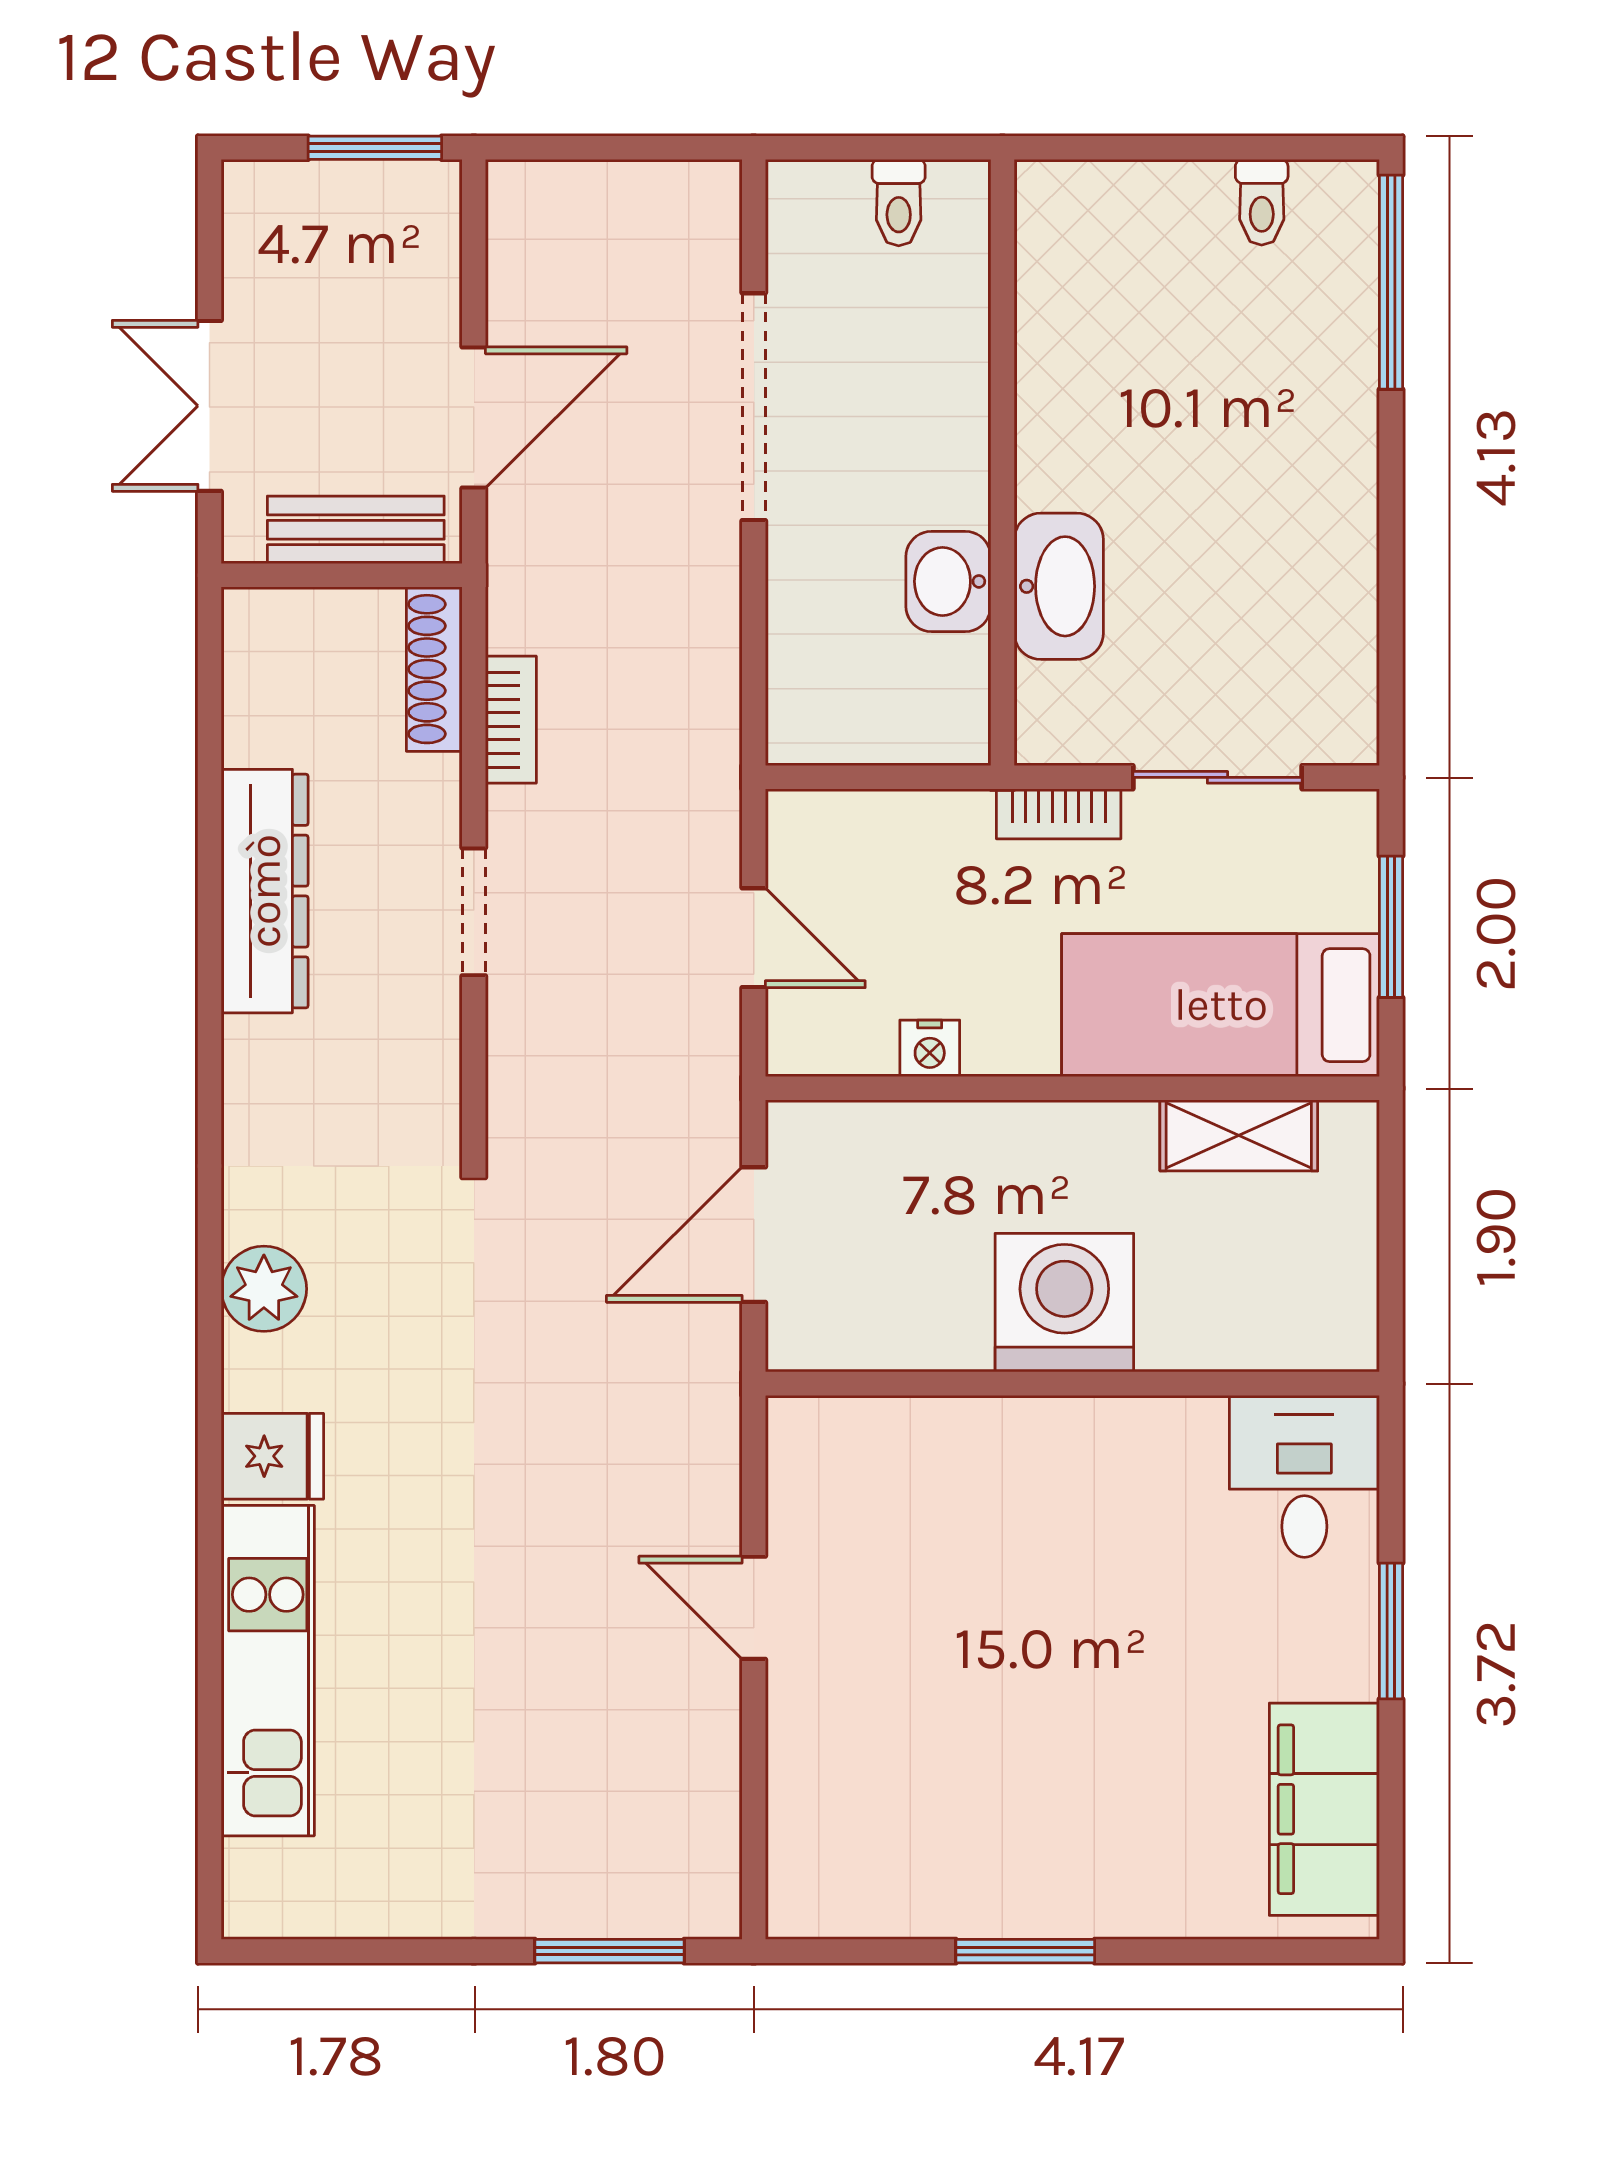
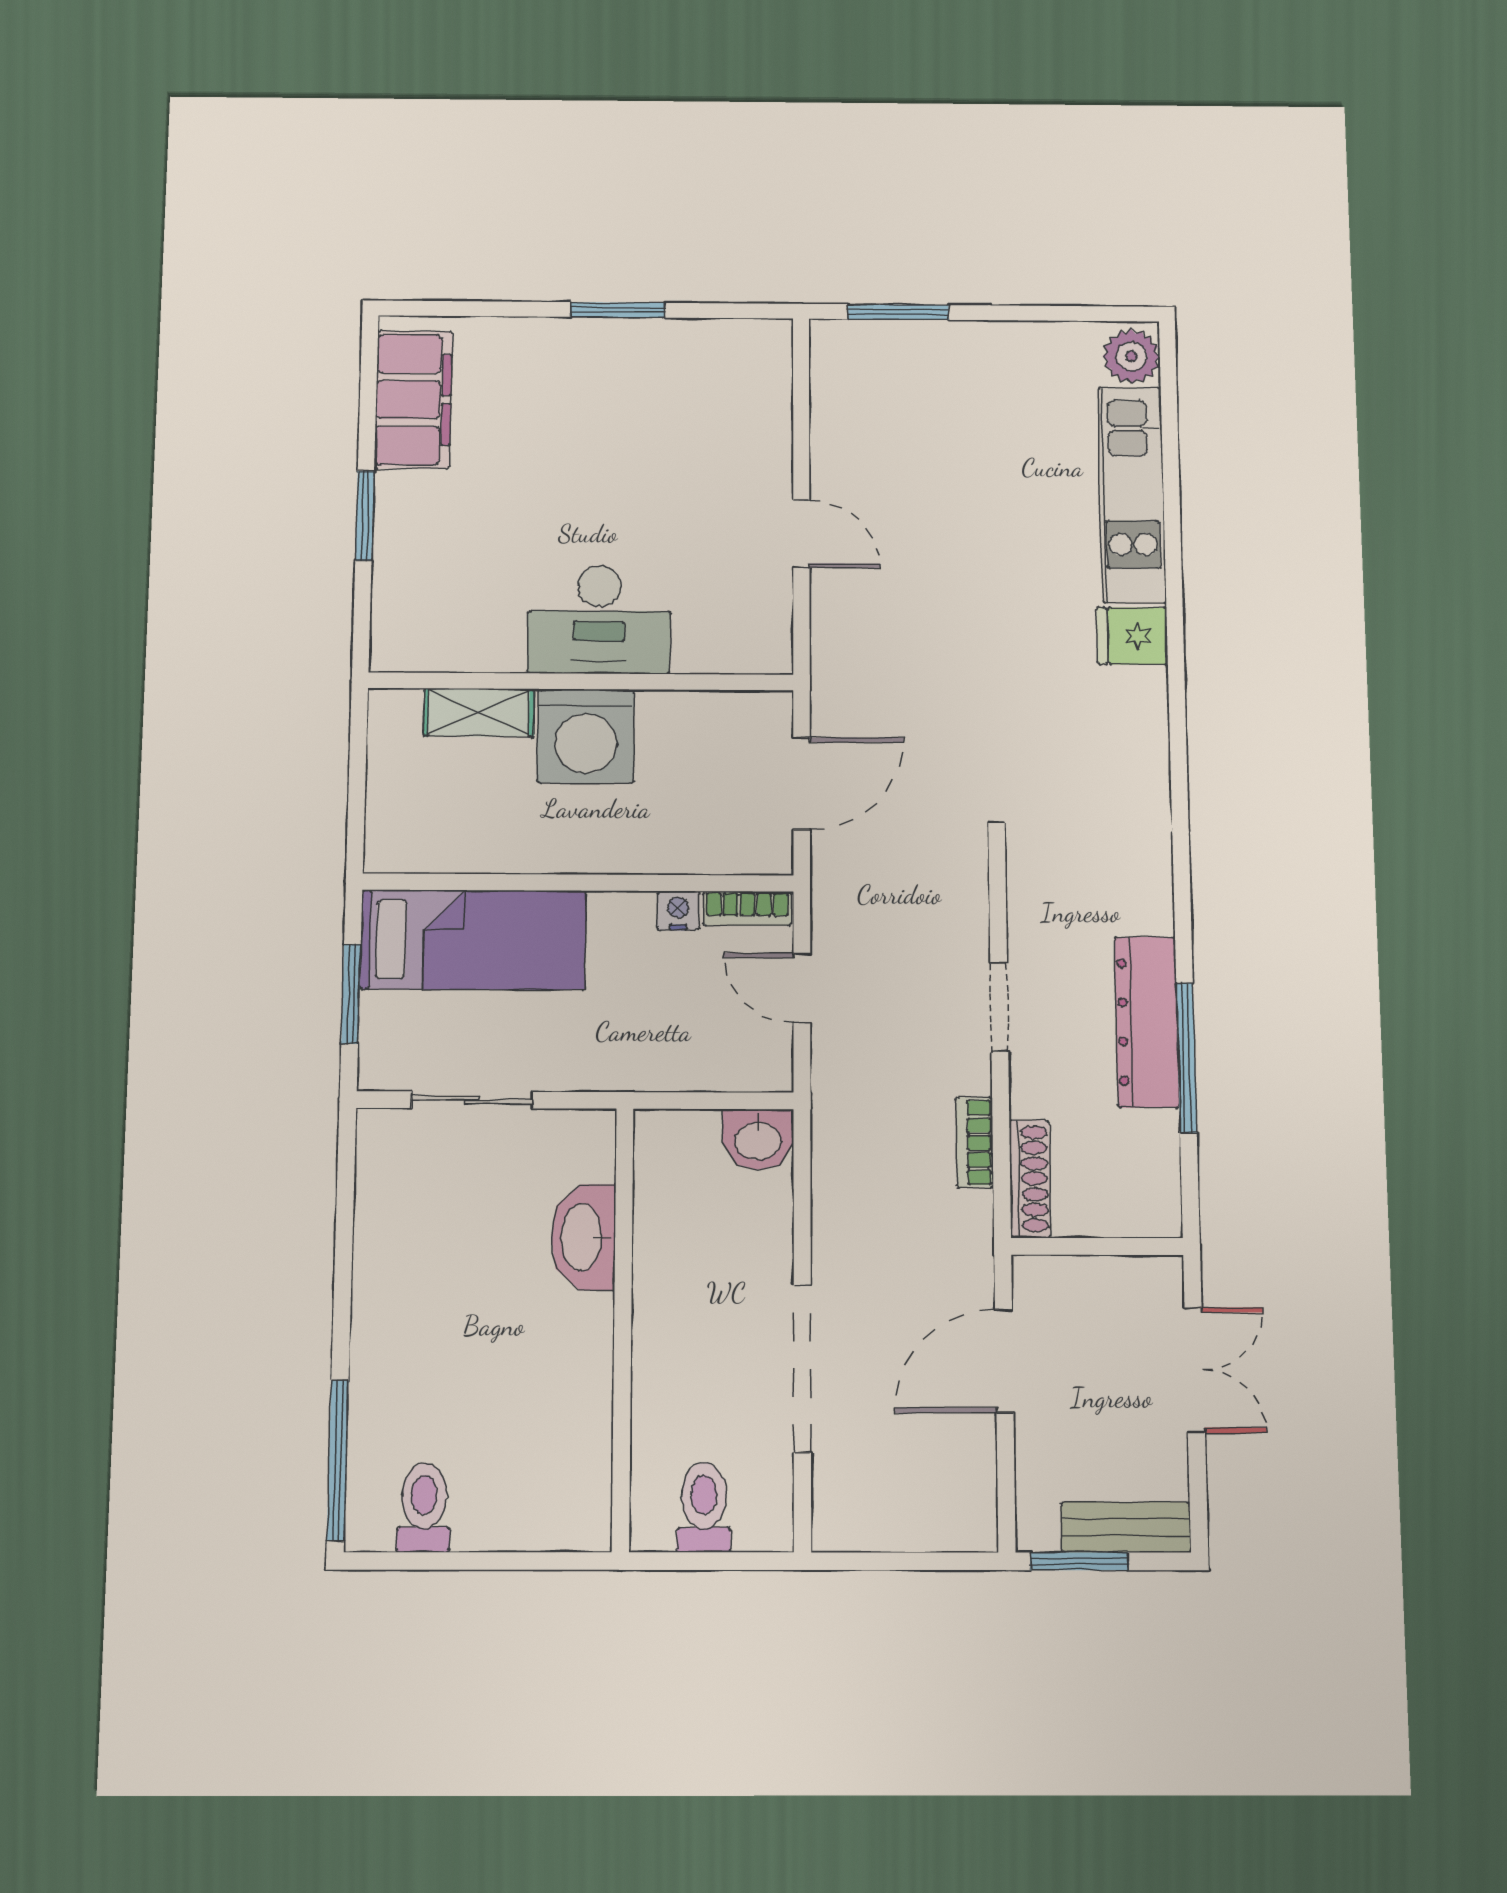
toilet: (1262, 202) -> (424, 1507), width x1.37, depth x1.39
toilet: (899, 203) -> (704, 1507), width x1.37, depth x1.39
bench: (356, 530) -> (1126, 1527), moved
washbasin: (948, 581) -> (758, 1139), moved, turned 90
bookcase: (1059, 814) -> (747, 909), moved, turned 180
window: (210, 841) -> (1186, 1057), added
shelving: (1239, 1135) -> (479, 713), moved
plant: (264, 1289) -> (1131, 356), moved
desk: (1304, 1476) -> (599, 619), moved, width x1.37

